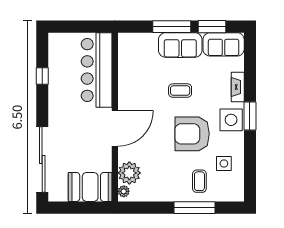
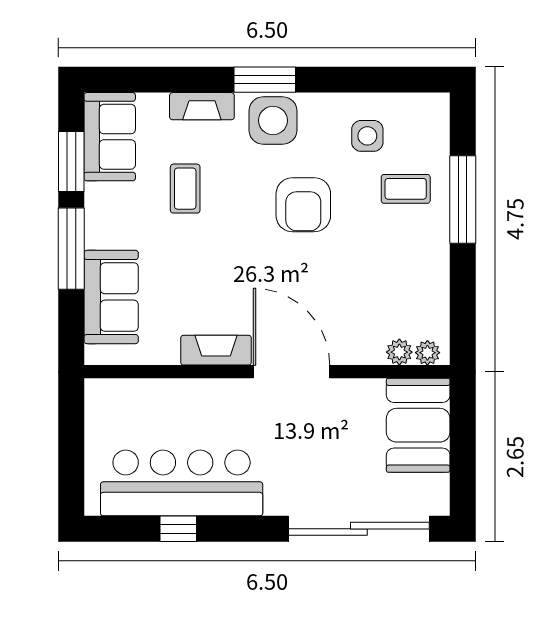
sofa: (180, 45) -> (111, 297), moved
bar counter: (97, 70) -> (182, 483), moved, turned 180
coffee table: (180, 91) -> (185, 189), moved
fireplace: (125, 94) -> (216, 350), added
armchair: (192, 134) -> (303, 205), width x0.73, depth x0.73
plant: (129, 173) -> (399, 352), width x0.53, depth x0.53

